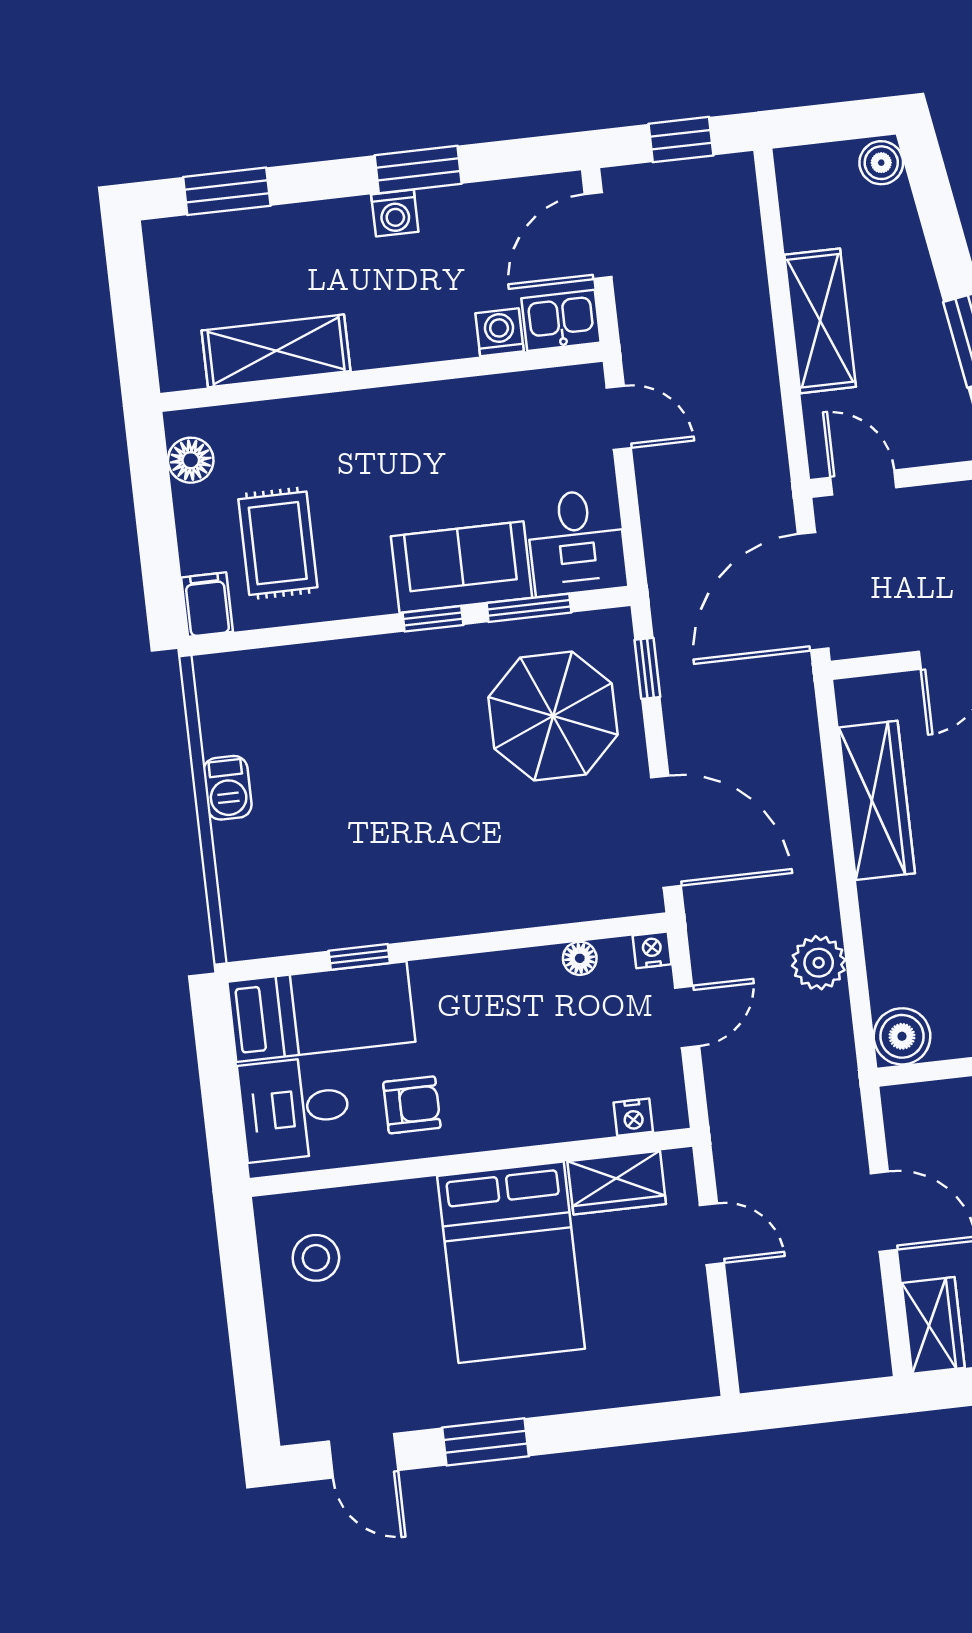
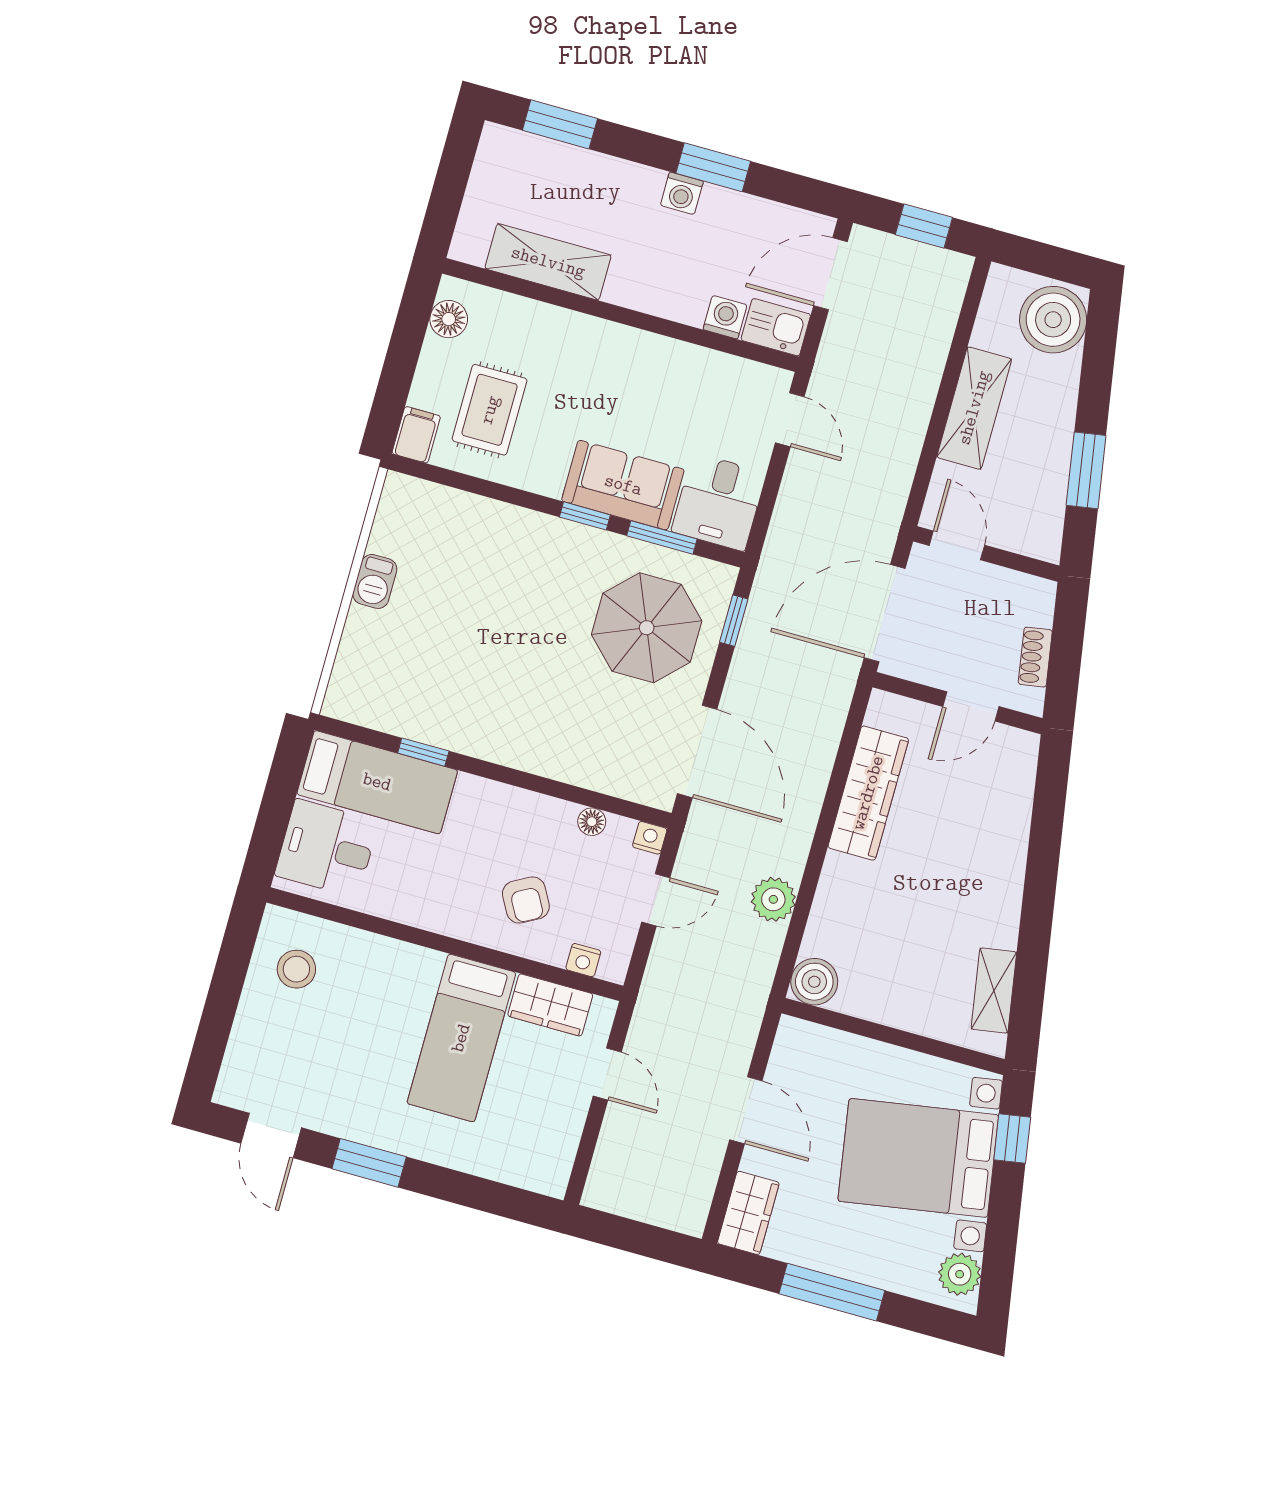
boiler: (881, 163) -> (1053, 320), width x1.86, depth x1.86
armchair: (412, 1105) -> (526, 900), moved, turned 61
bed: (511, 1262) -> (461, 1038), width x0.67

